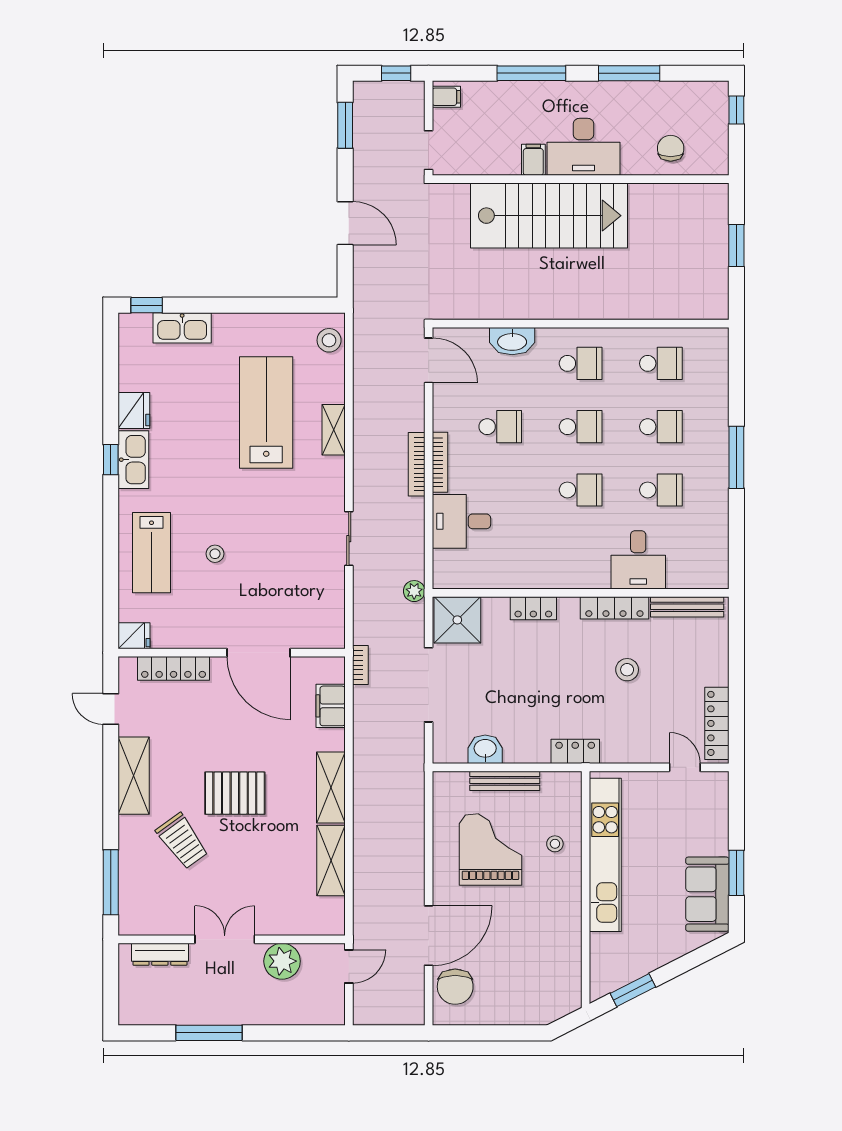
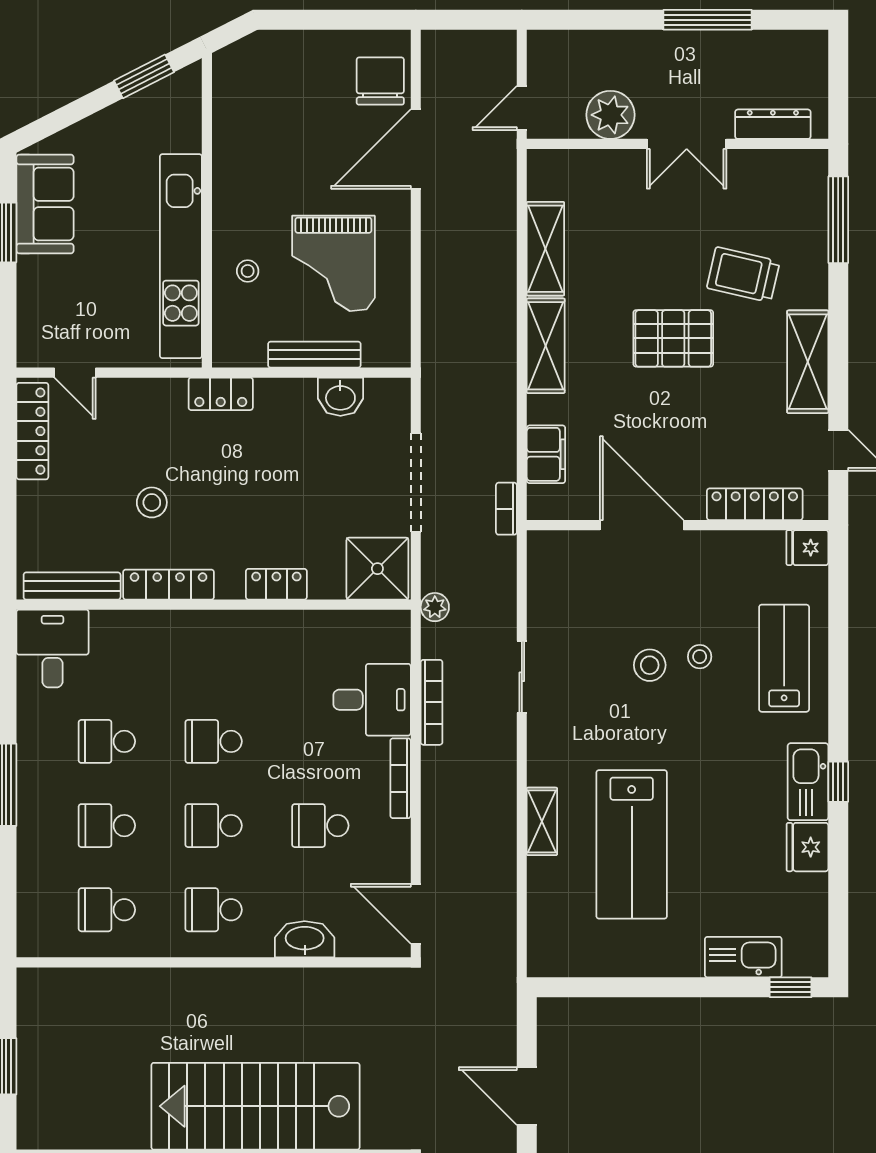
stool: (329, 340) -> (650, 665), moved
bookcase: (417, 464) -> (432, 702), moved
desk: (638, 560) -> (53, 648), moved
trolley: (182, 841) -> (743, 275), turned -41

